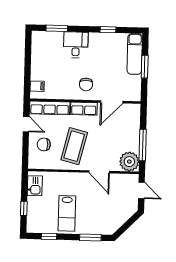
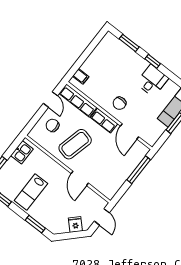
window: (108, 30) -> (153, 61), moved
desk: (76, 45) -> (152, 81), moved
door: (112, 102) -> (130, 131), hinge flipped
window: (143, 145) -> (139, 170), moved
plant: (129, 162) -> (109, 188), removed
fridge: (124, 213) -> (75, 224), added

